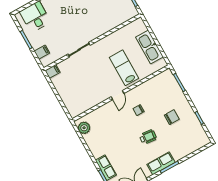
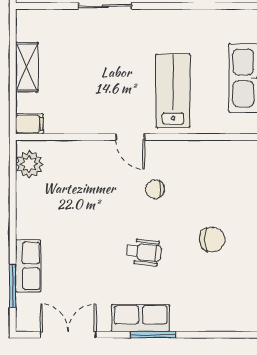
filing cabinet: (53, 71) -> (29, 124), moved
shelving: (62, 91) -> (27, 67), added
door: (117, 95) -> (130, 137), hinge flipped

